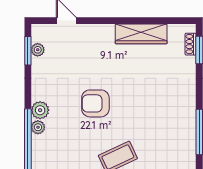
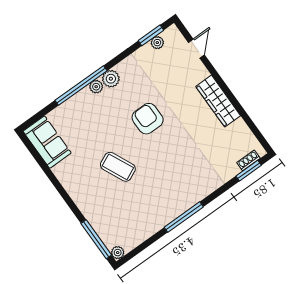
wardrobe: (141, 34) -> (218, 101), moved

